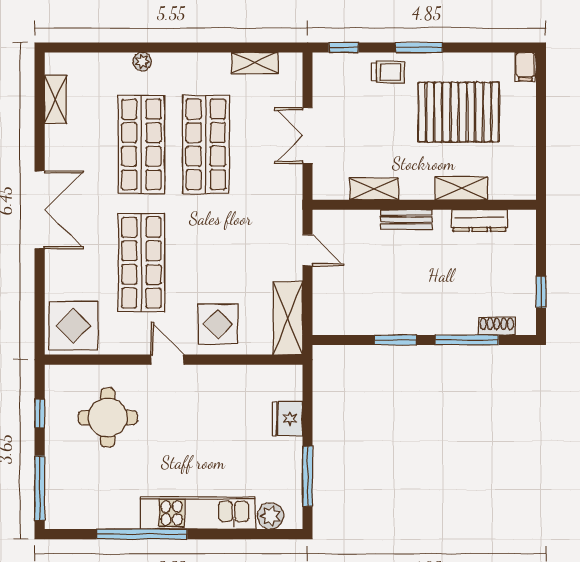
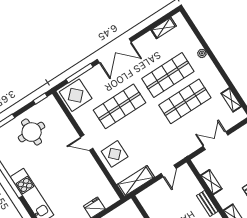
window: (40, 295) -> (80, 73), added
door: (167, 360) -> (87, 143), swing flipped
window: (40, 413) -> (40, 99), moved
round table: (108, 418) -> (32, 132), moved

